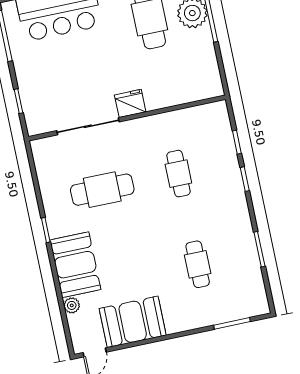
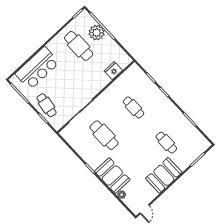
cafe table: (37, 83) -> (47, 105), added
fridge: (130, 103) -> (113, 71), moved
cafe table: (102, 190) -> (104, 135), turned 90
booth: (133, 322) -> (164, 175), moved

